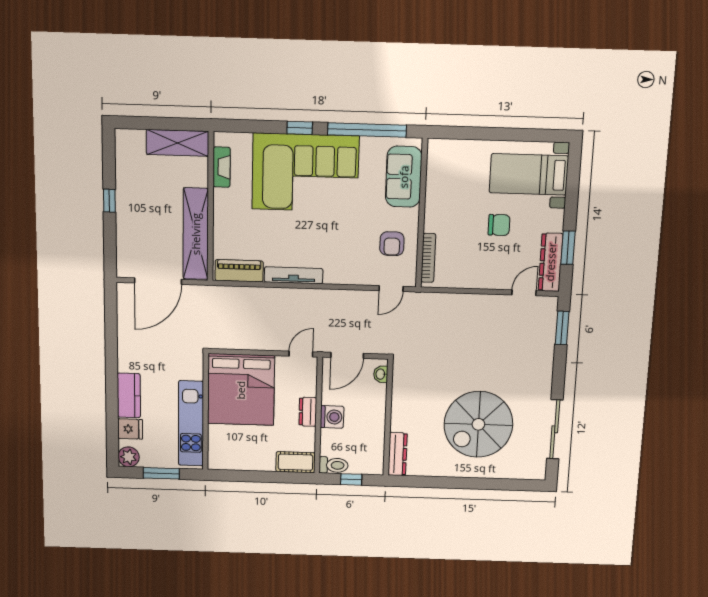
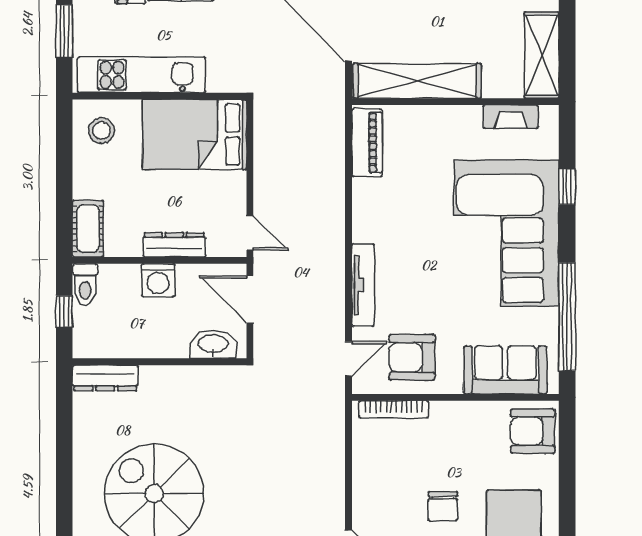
window: (300, 128) -> (567, 187), moved
armchair: (449, 158) -> (533, 431), added
armchair: (392, 244) -> (412, 357), width x1.38, depth x1.38
tv unit: (294, 275) -> (363, 285), moved
door: (391, 289) -> (349, 359), swing flipped
washbasin: (381, 374) -> (213, 344), width x1.91, depth x1.45
bed: (241, 390) -> (195, 134), width x0.73
dresser: (308, 412) -> (174, 245), width x1.44
stool: (229, 451) -> (101, 131), added

